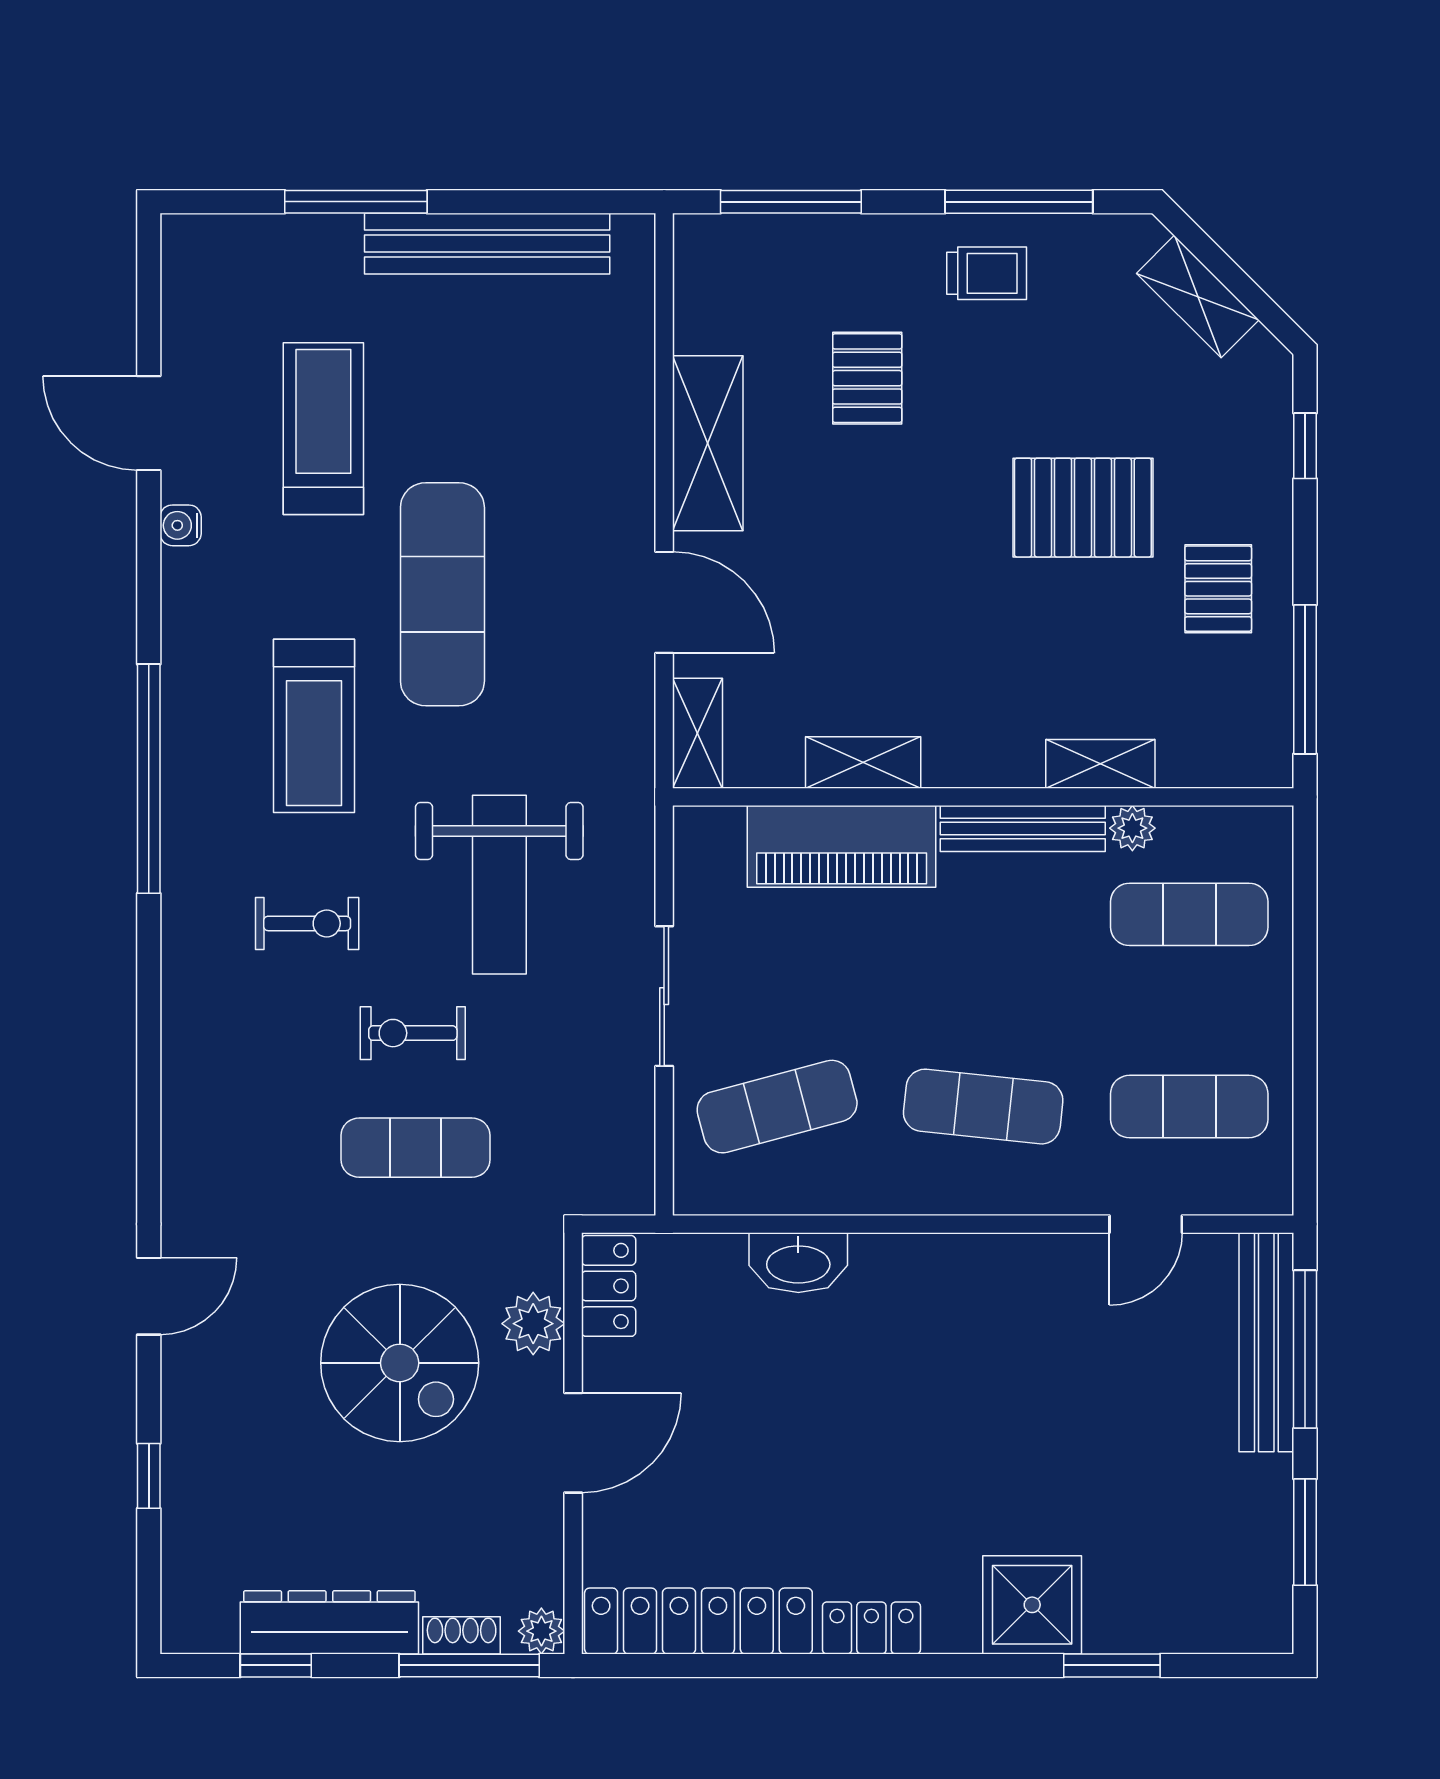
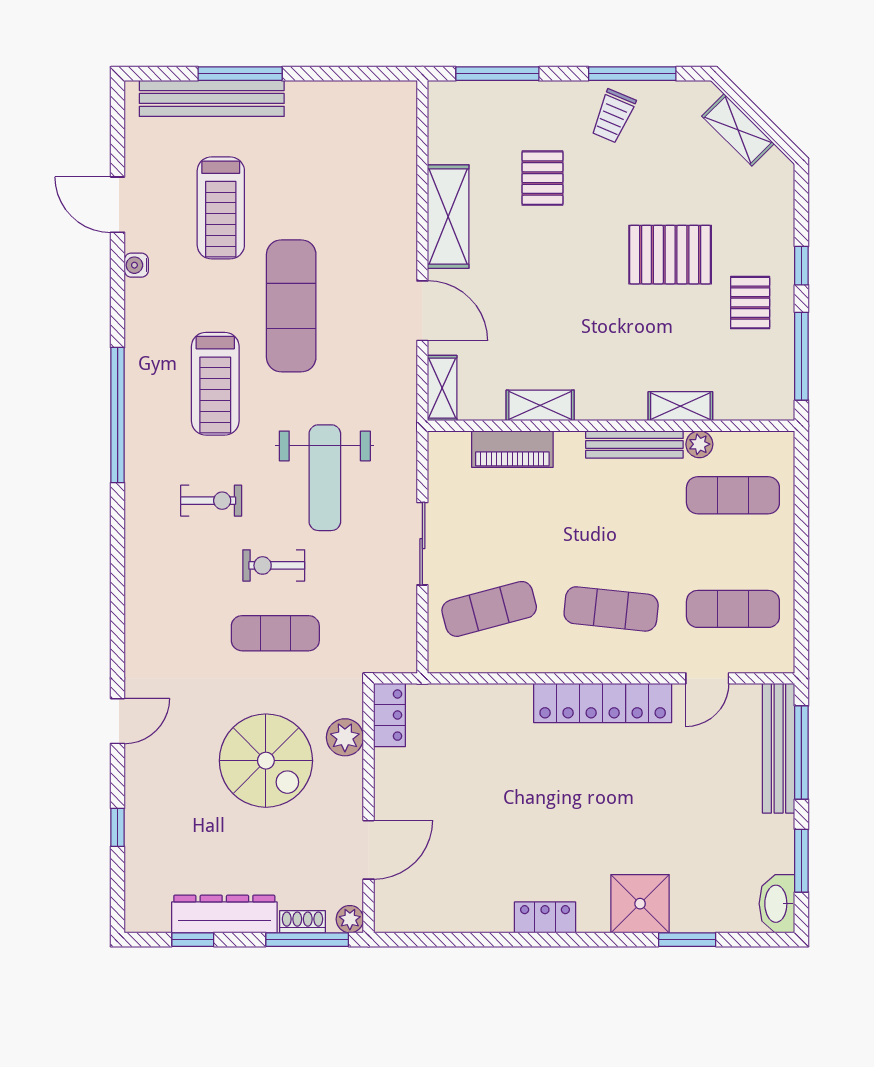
bench: (487, 244) -> (212, 98), moved
trolley: (987, 273) -> (613, 116), turned 113
treadmill: (323, 429) -> (221, 208), turned 180
window: (1305, 446) -> (801, 266), moved
piano: (842, 846) -> (512, 449), width x0.73, depth x0.75
washbasin: (798, 1263) -> (777, 904), moved, turned 90
door: (573, 1443) -> (369, 850), moved
locker: (698, 1621) -> (603, 703), moved, turned 180

